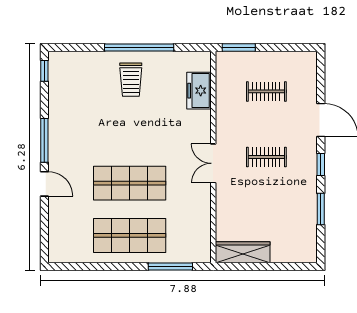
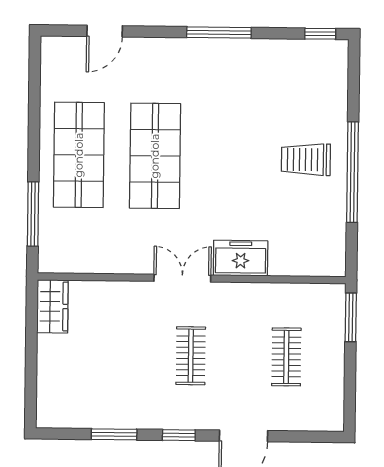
freezer: (199, 91) -> (241, 258), moved
door: (44, 184) -> (105, 31), moved
wardrobe: (243, 252) -> (52, 306), width x0.67

